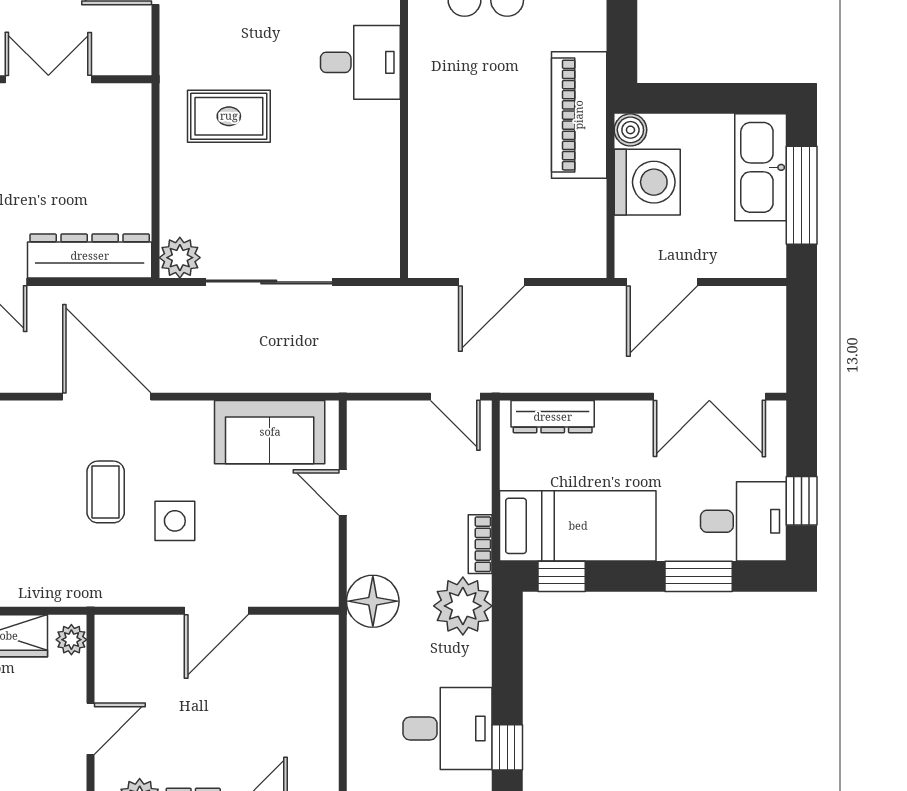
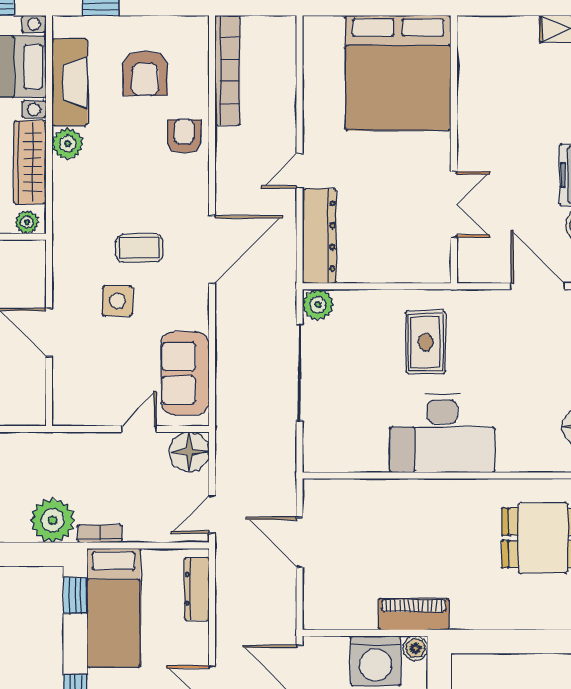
desk: (360, 62) -> (442, 433), width x1.87, depth x1.30
piano: (579, 115) -> (414, 614), width x0.73, depth x0.75
floor lamp: (373, 601) -> (189, 452), moved

